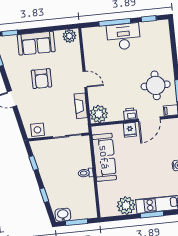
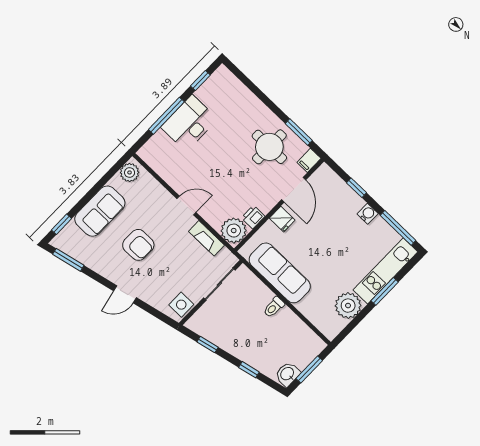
printer: (130, 114) -> (253, 217), moved

